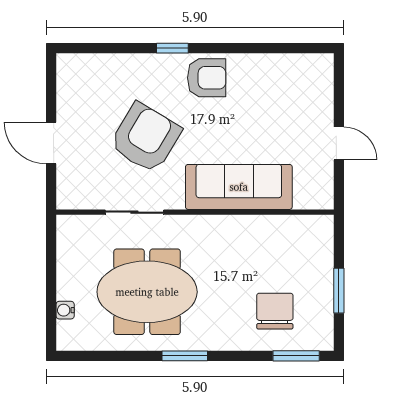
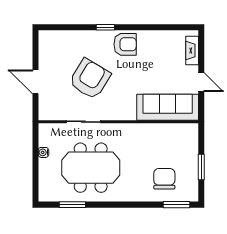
fireplace: (323, 89) -> (192, 50), added
sofa: (239, 187) -> (168, 107), moved
water cooler: (65, 310) -> (43, 152), moved
window: (185, 356) -> (72, 205), moved

